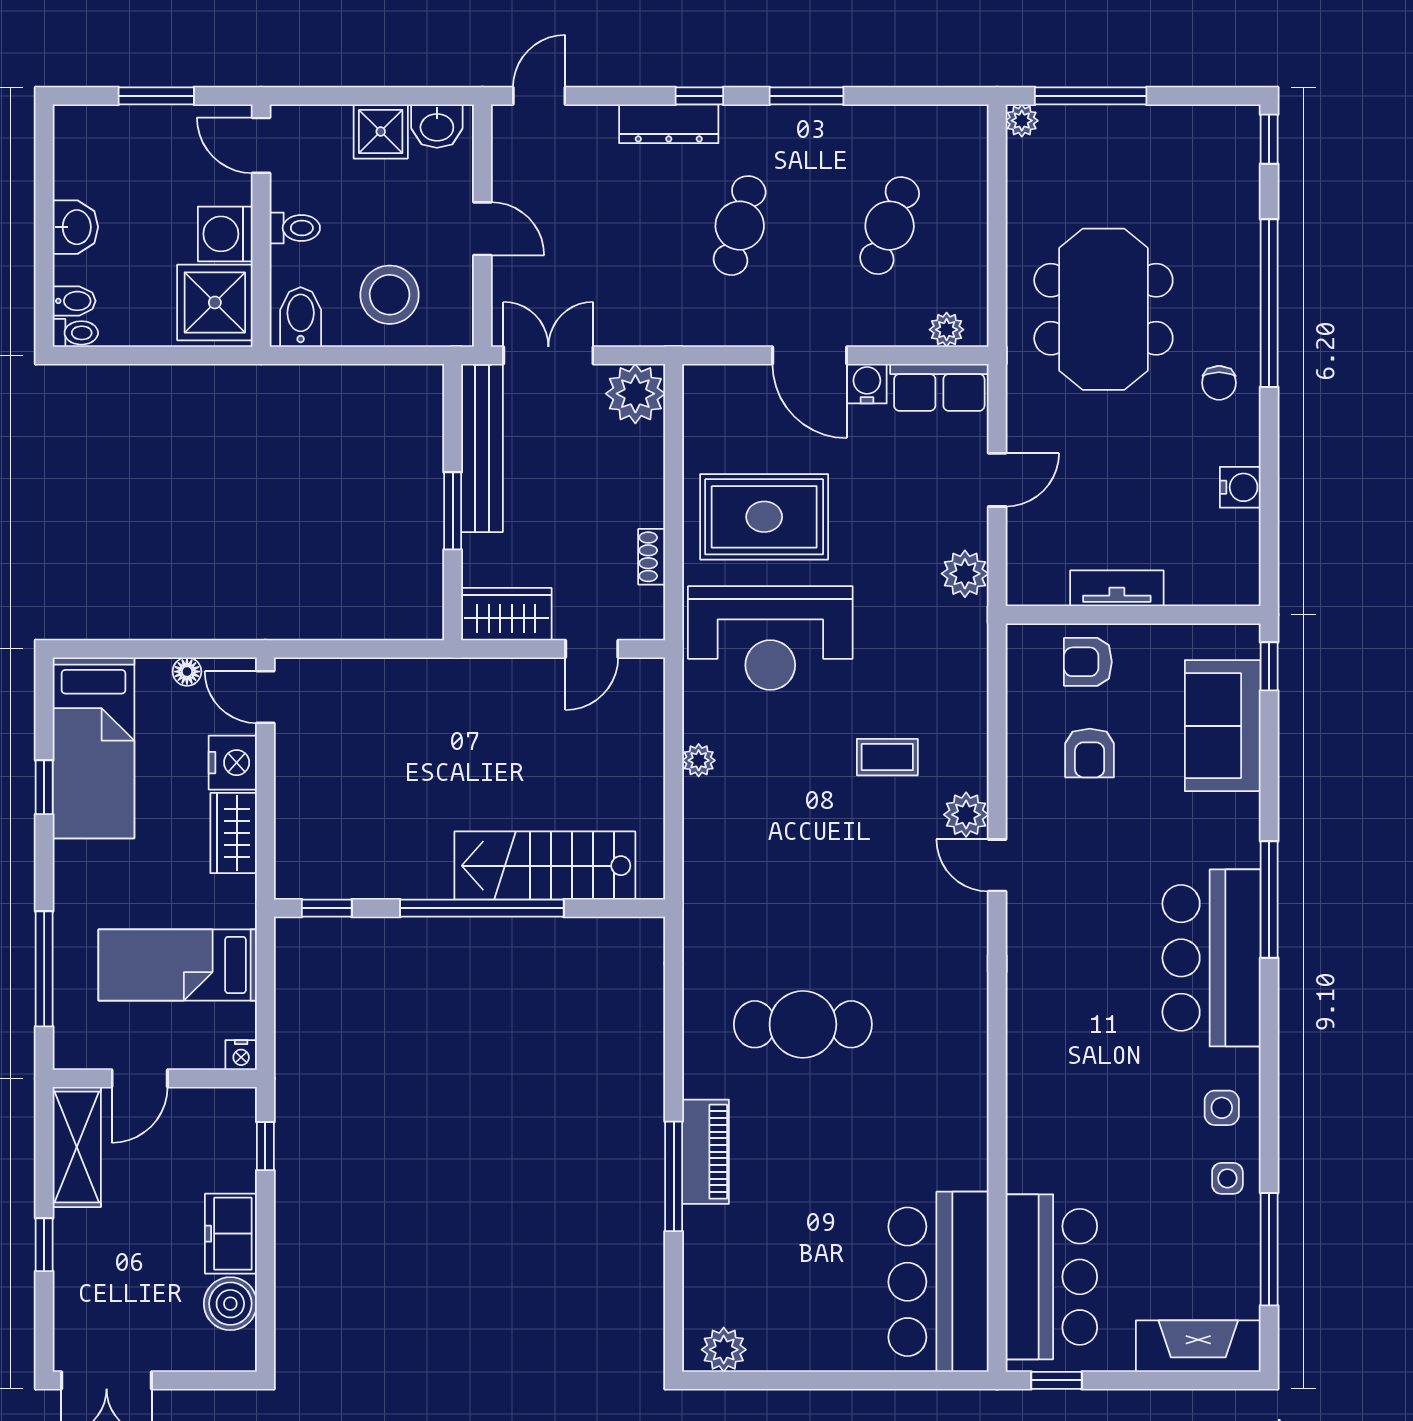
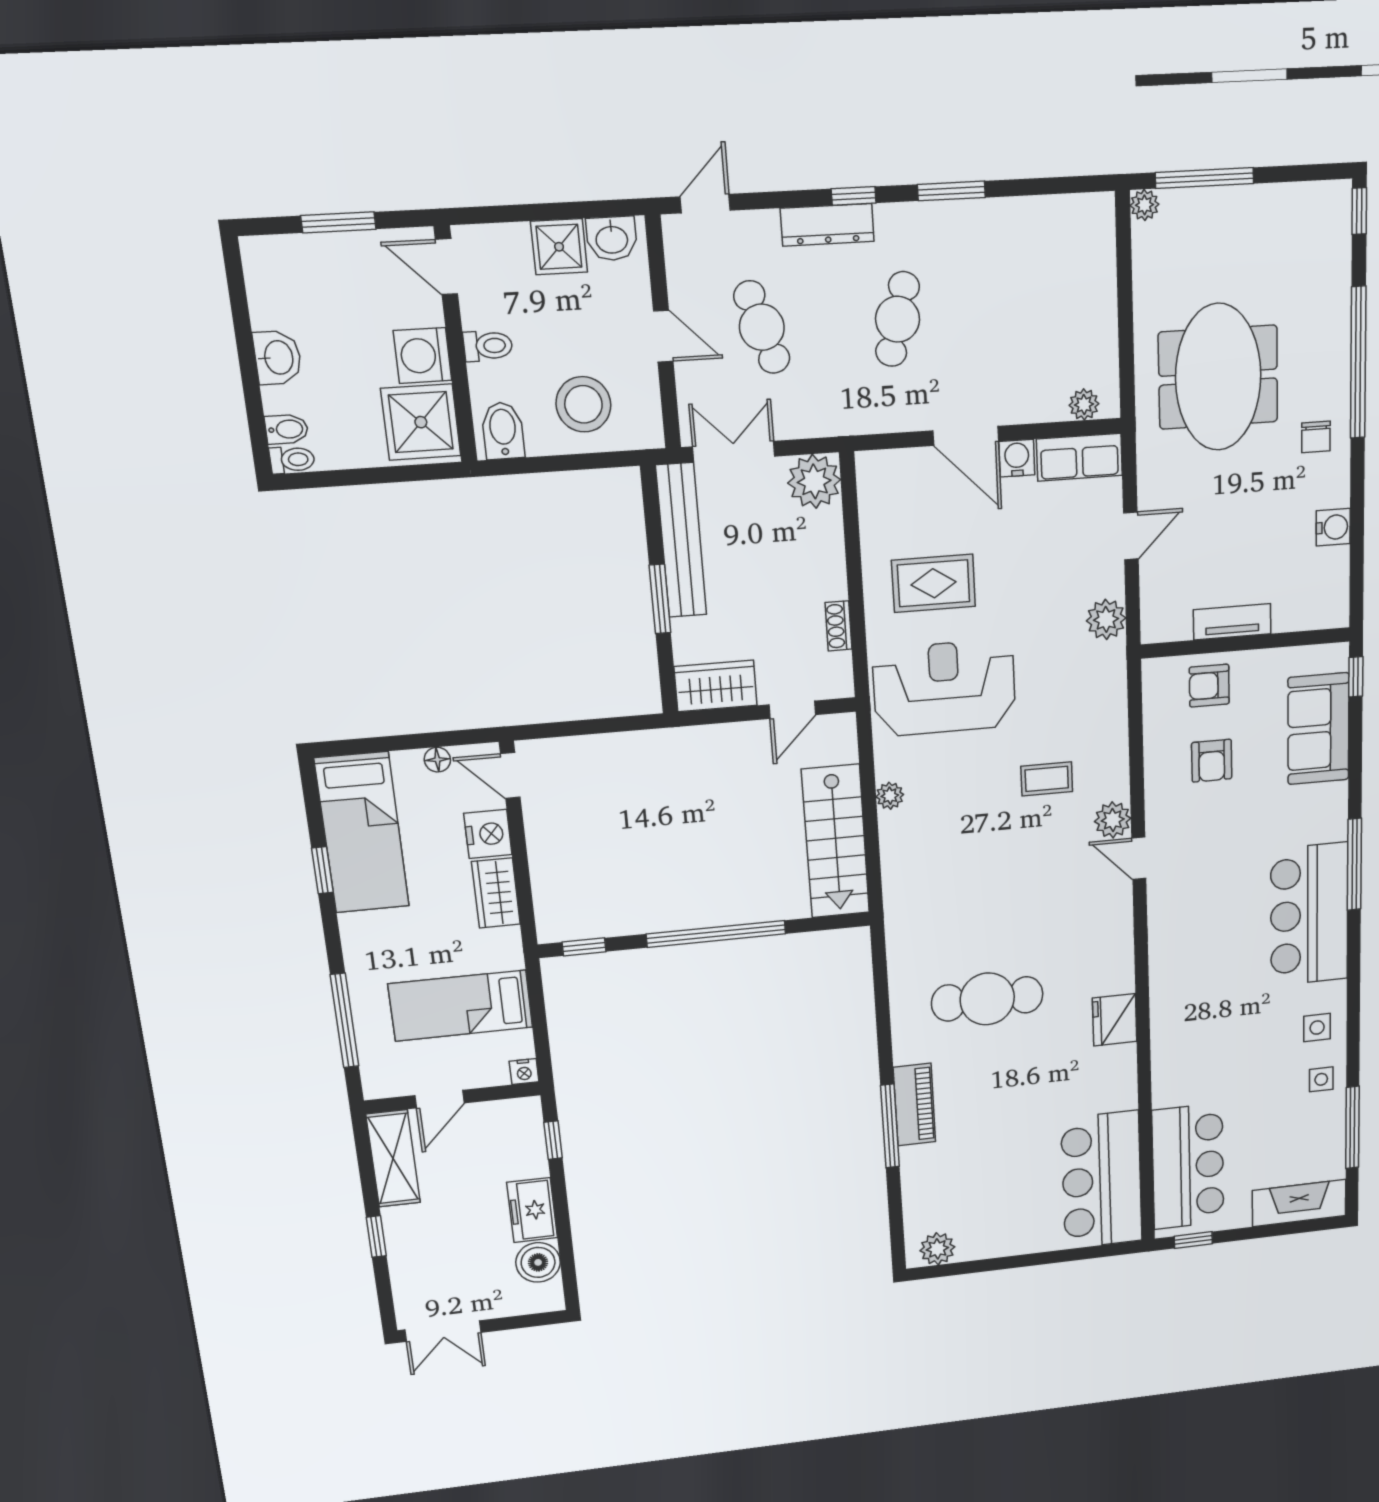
cafe table: (890, 226) -> (762, 327), moved, turned -39
rug: (764, 517) -> (934, 583), width x0.73, depth x0.70
reception desk: (770, 638) -> (944, 688), turned 180
stairs: (545, 866) -> (836, 841), moved, turned -90
fridge: (961, 1069) -> (1115, 1020), added

